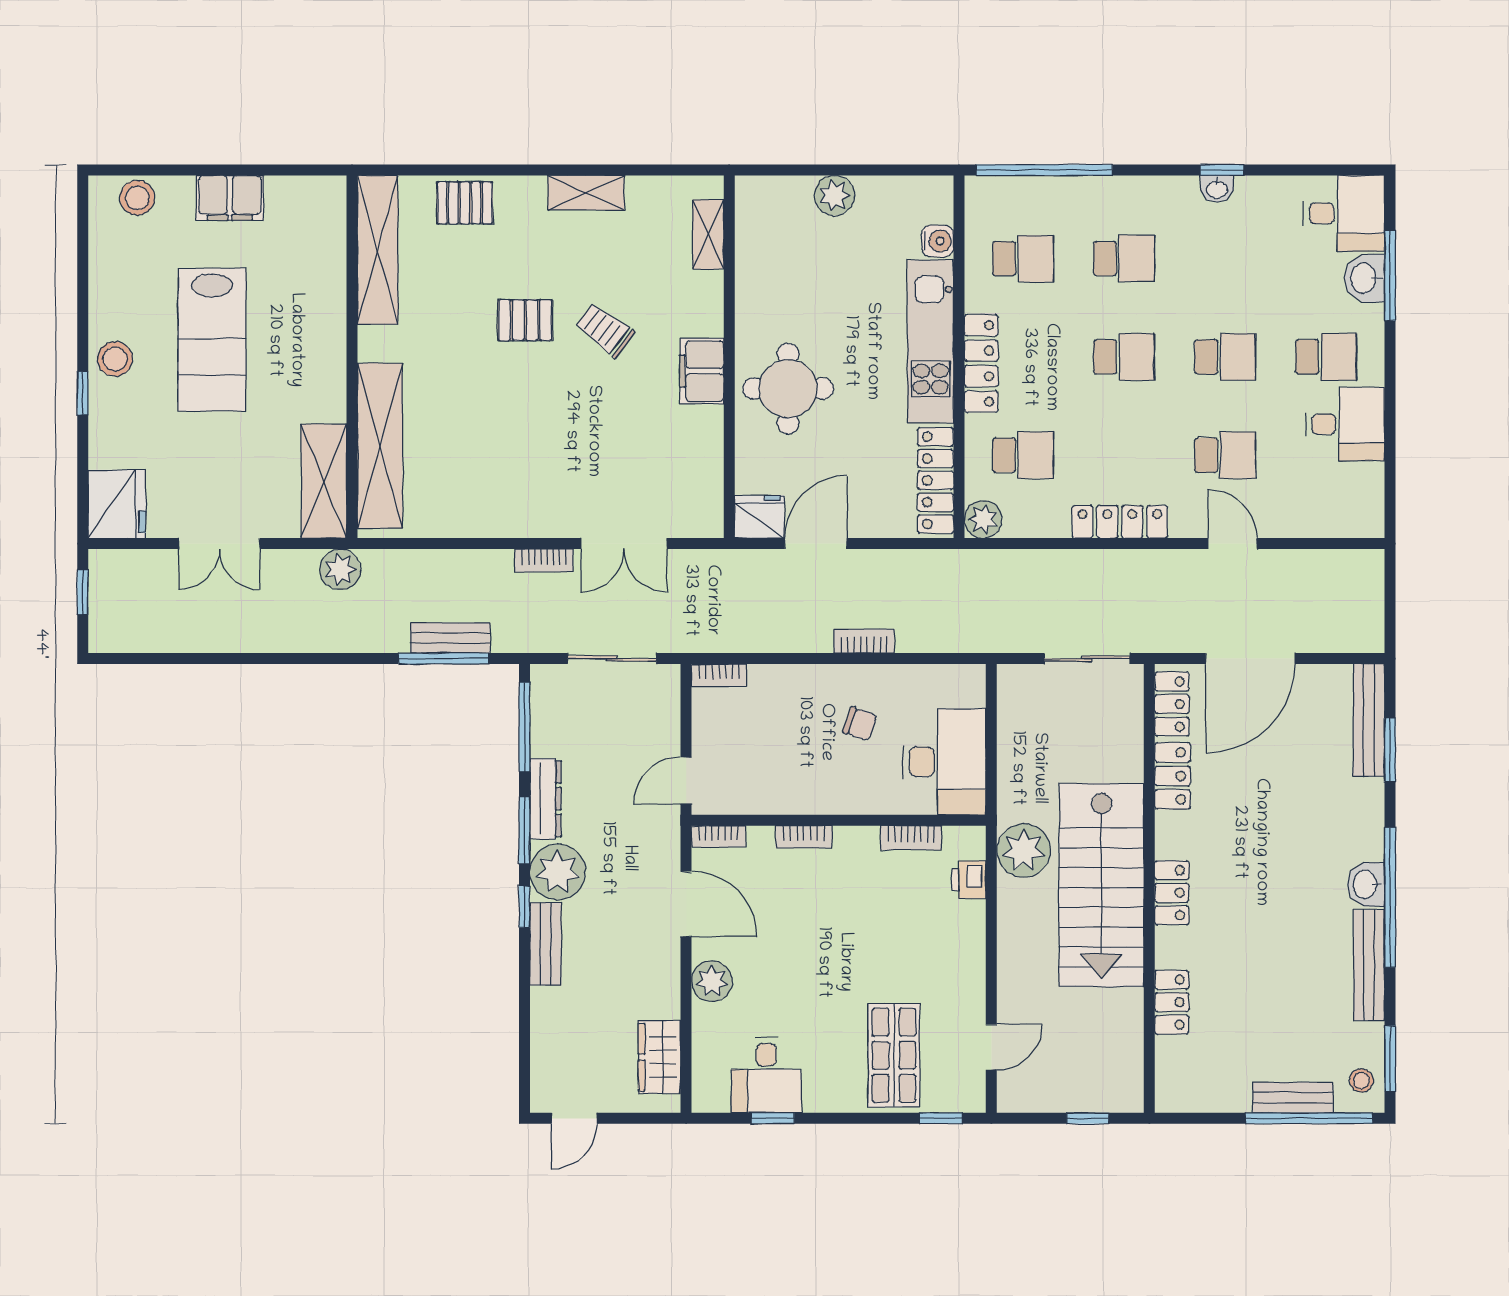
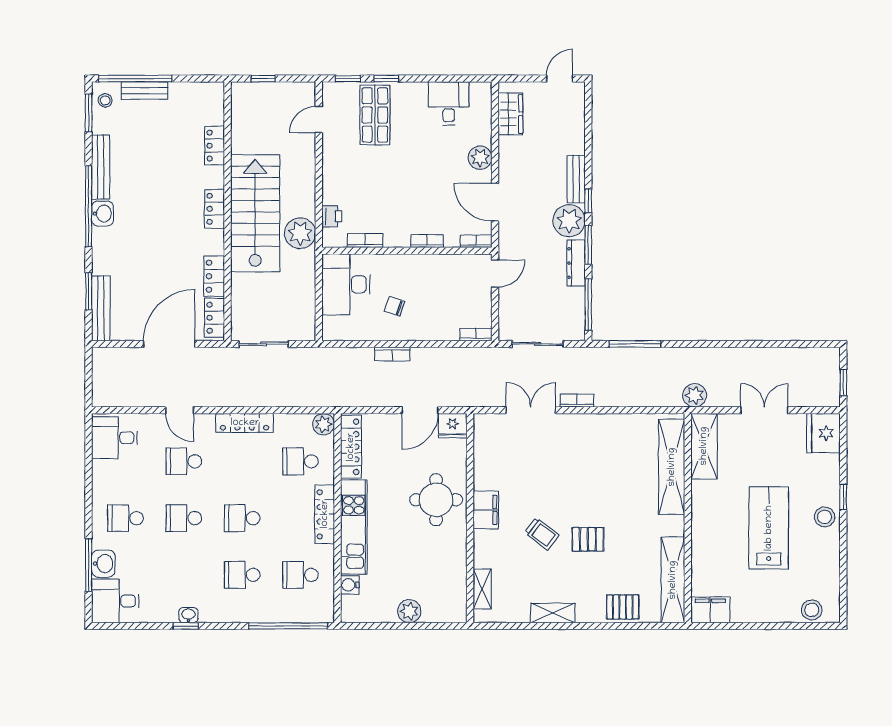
filing cabinet: (230, 198) -> (710, 610), moved
desk: (1345, 424) -> (114, 438), moved
bench: (450, 638) -> (631, 356), removed
window: (773, 1118) -> (386, 79), moved

